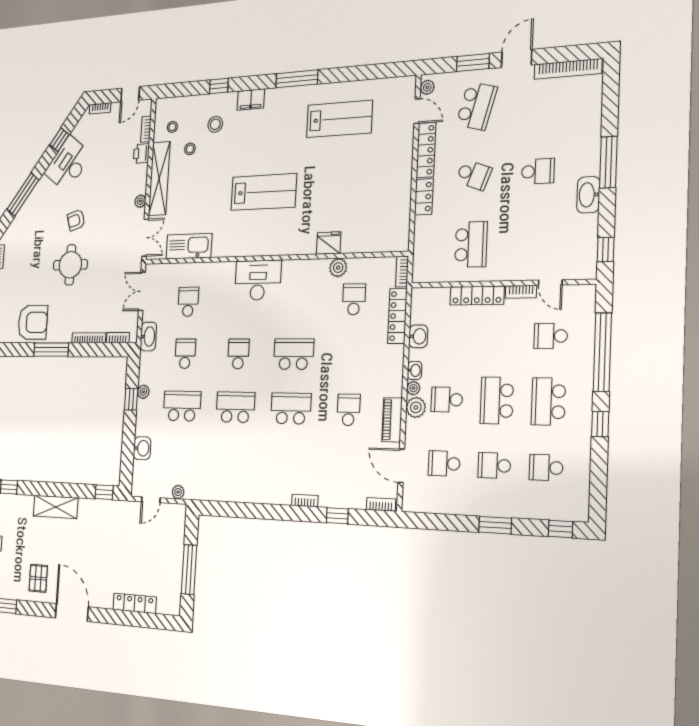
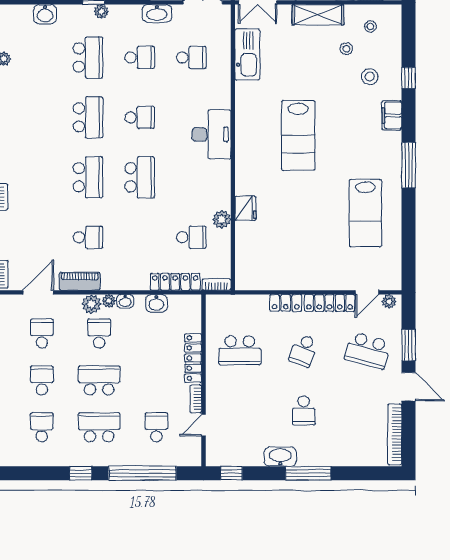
shelving: (159, 179) -> (318, 15), width x0.68

